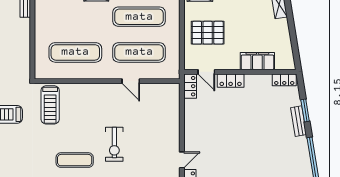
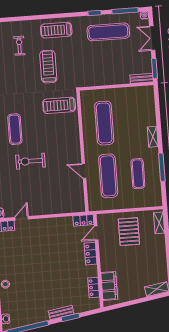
exercise mat: (139, 17) -> (138, 174), width x0.73, depth x0.69
filing cabinet: (257, 61) -> (109, 286), moved
locker: (284, 80) -> (94, 287), moved
door: (131, 81) -> (84, 171), hinge flipped
door: (182, 160) -> (22, 218), swing flipped

